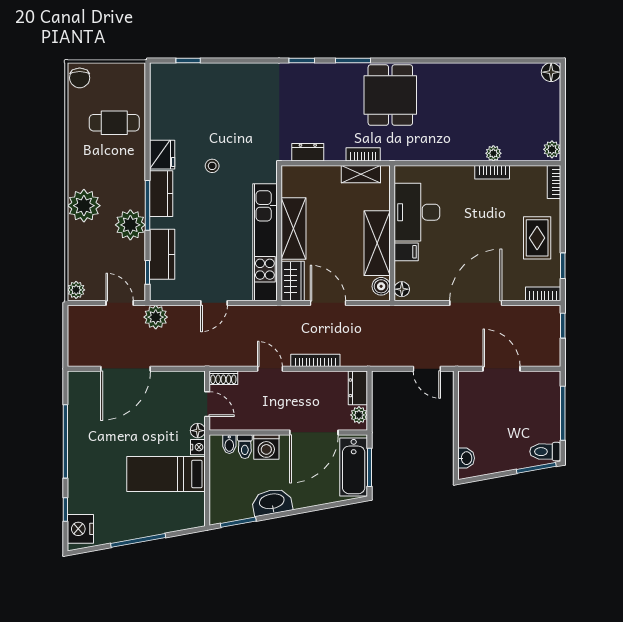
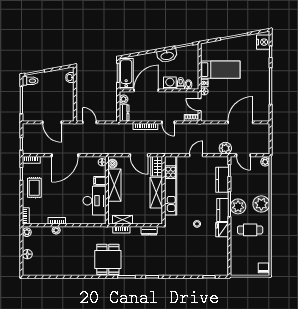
floor lamp: (551, 72) -> (27, 254), moved
cafe table: (114, 123) -> (250, 230), moved
plant: (130, 225) -> (238, 206), moved

